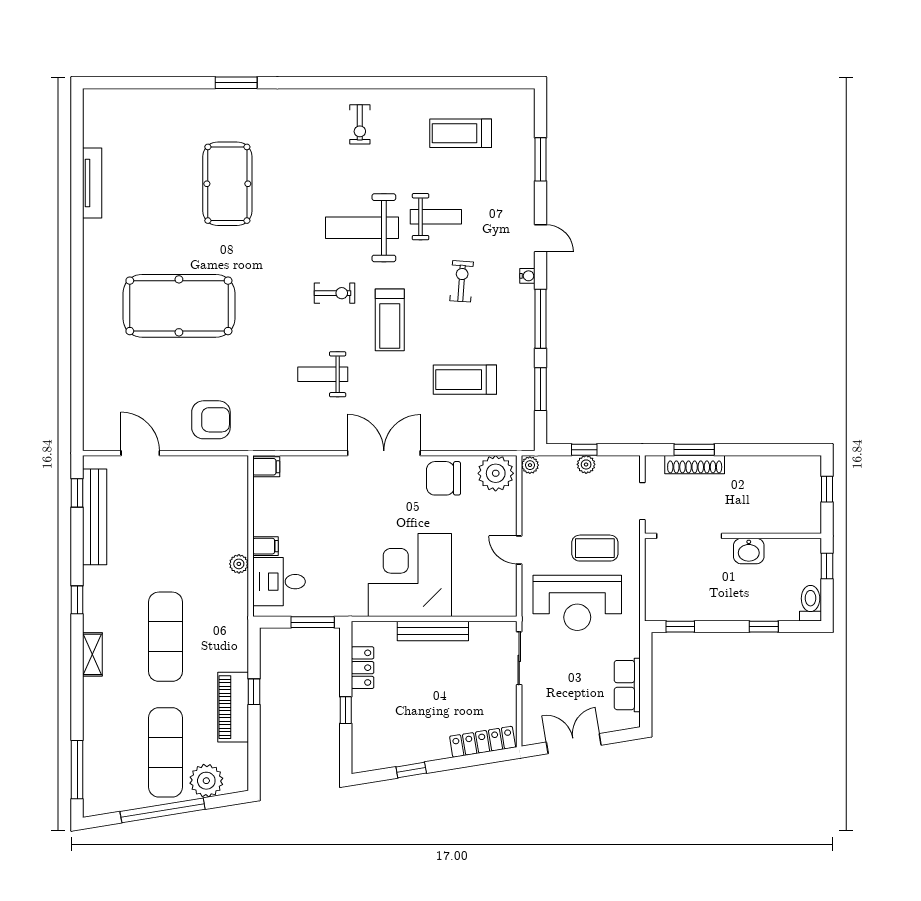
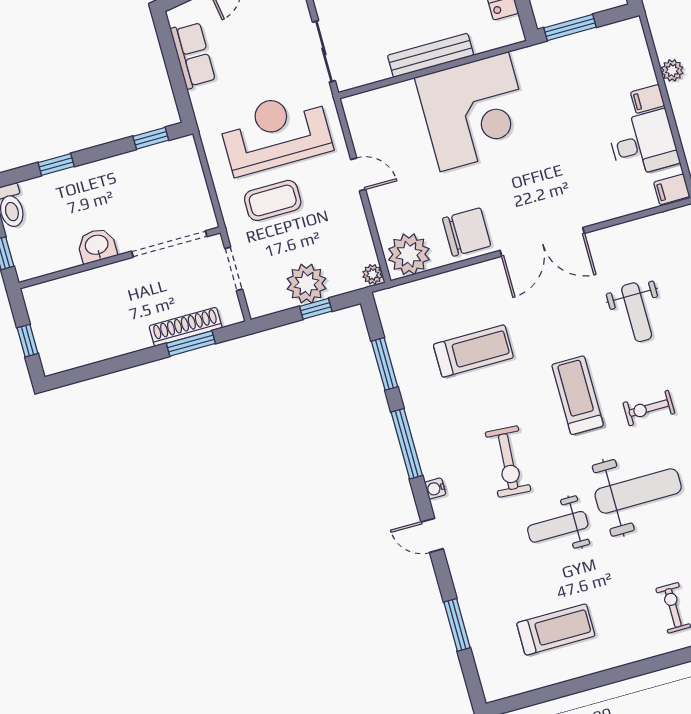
exercise bike: (462, 281) -> (508, 462), width x1.38, depth x1.39
weight bench: (323, 374) -> (637, 312), turned 90
plant: (586, 464) -> (306, 284), width x1.87, depth x1.87
desk: (279, 582) -> (643, 144), moved

